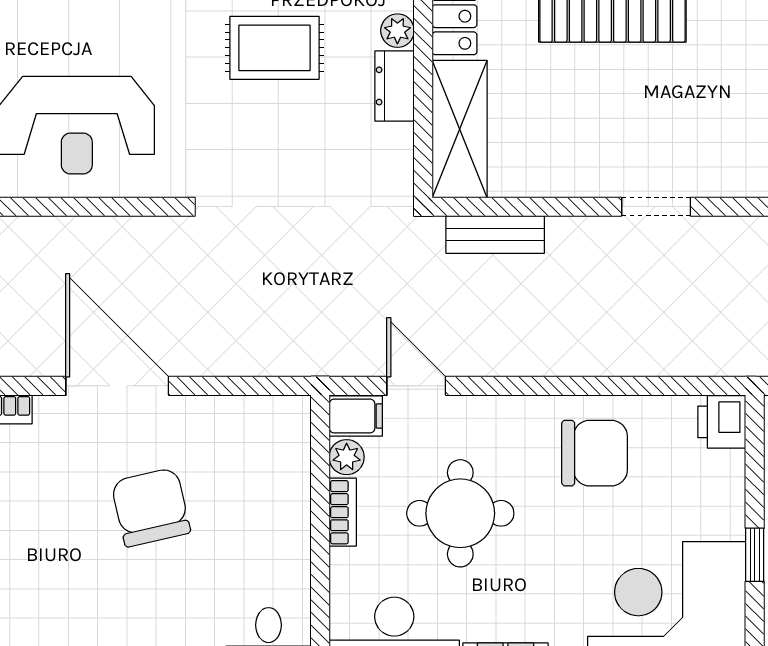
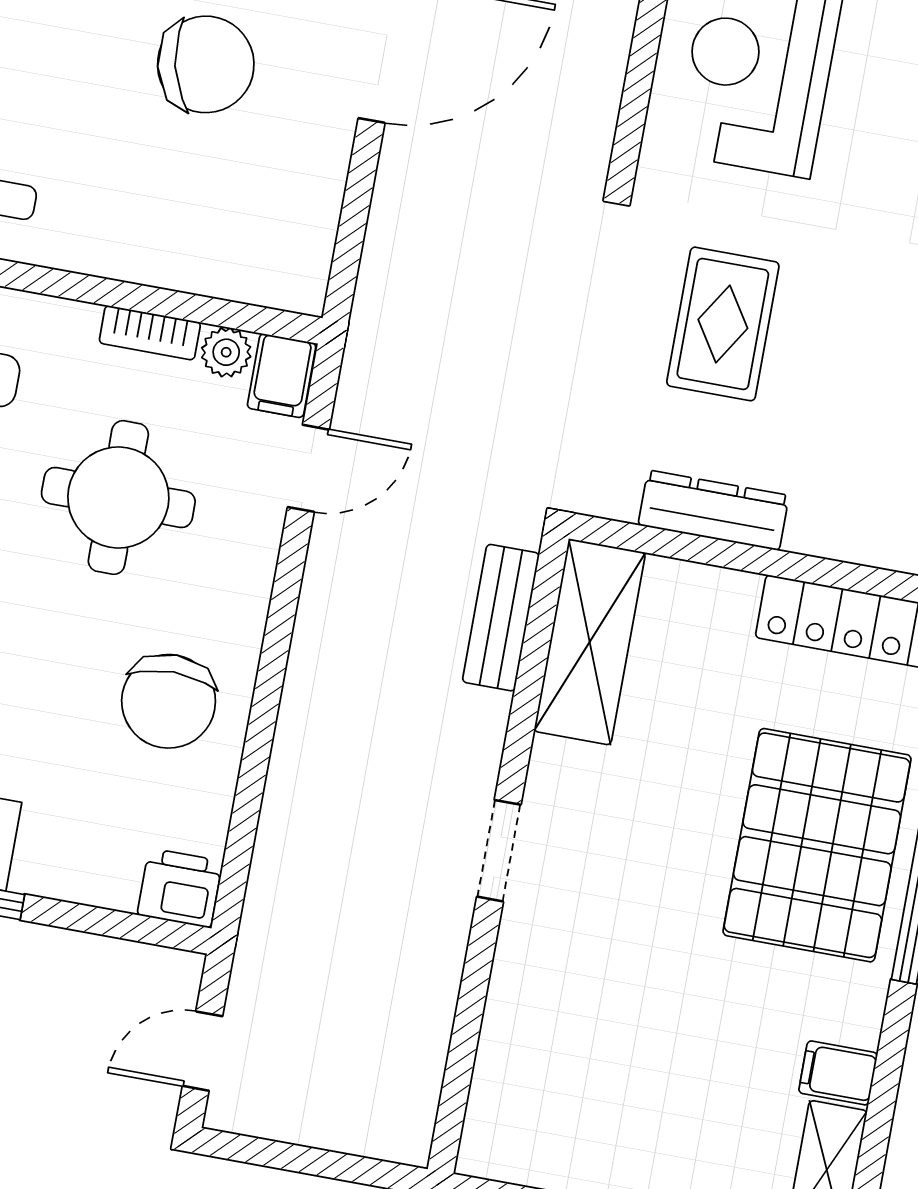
plant: (397, 31) -> (812, 532), removed
rug: (274, 48) -> (723, 324), moved
dresser: (394, 86) -> (714, 510), width x1.44
shelving: (460, 129) -> (590, 642), moved, turned 90

